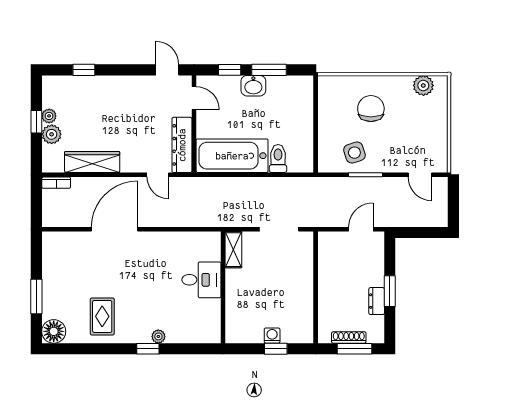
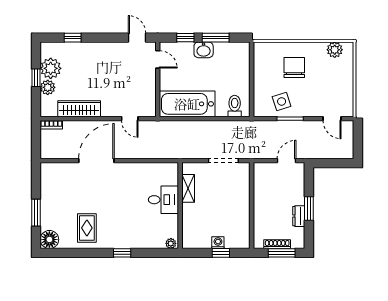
plant: (49, 116) -> (51, 68), width x1.88, depth x1.88
dresser: (182, 145) -> (148, 96), removed
toilet: (278, 158) -> (235, 106), moved
shelving: (233, 250) -> (188, 188), moved
plant: (158, 336) -> (171, 243), moved

